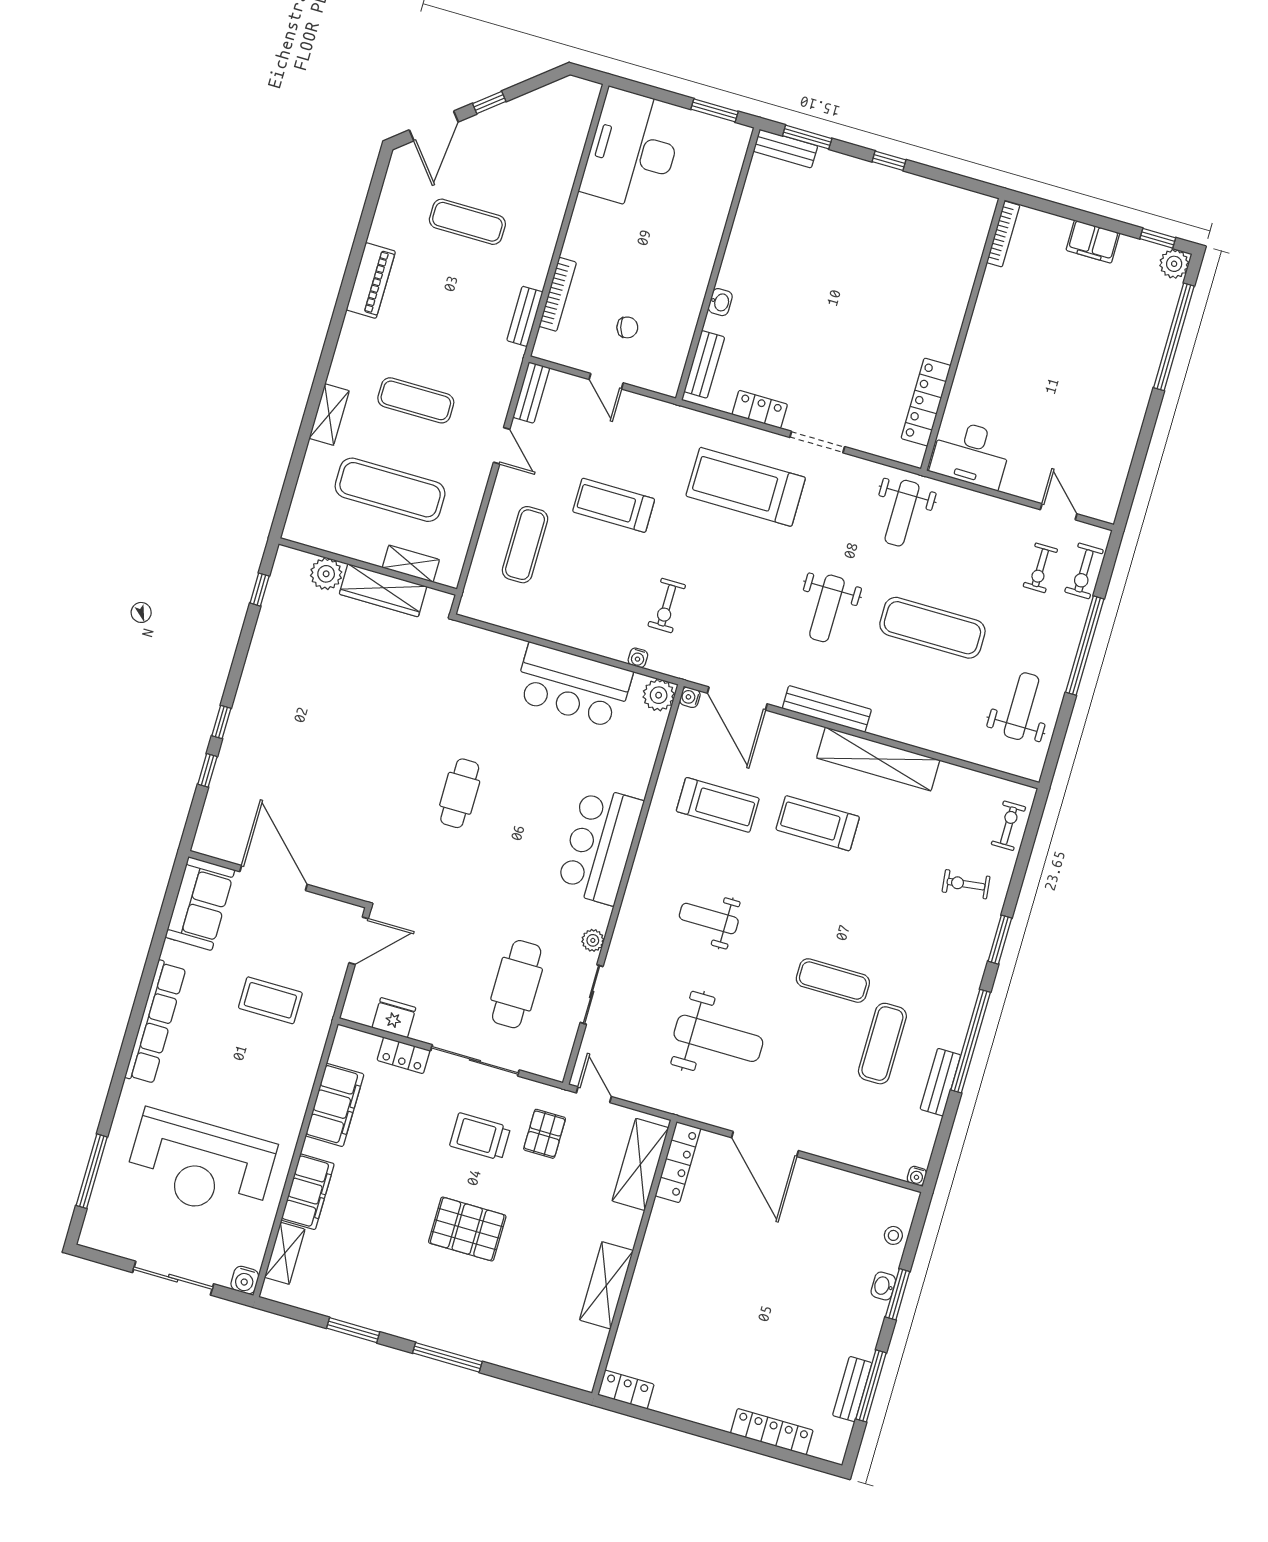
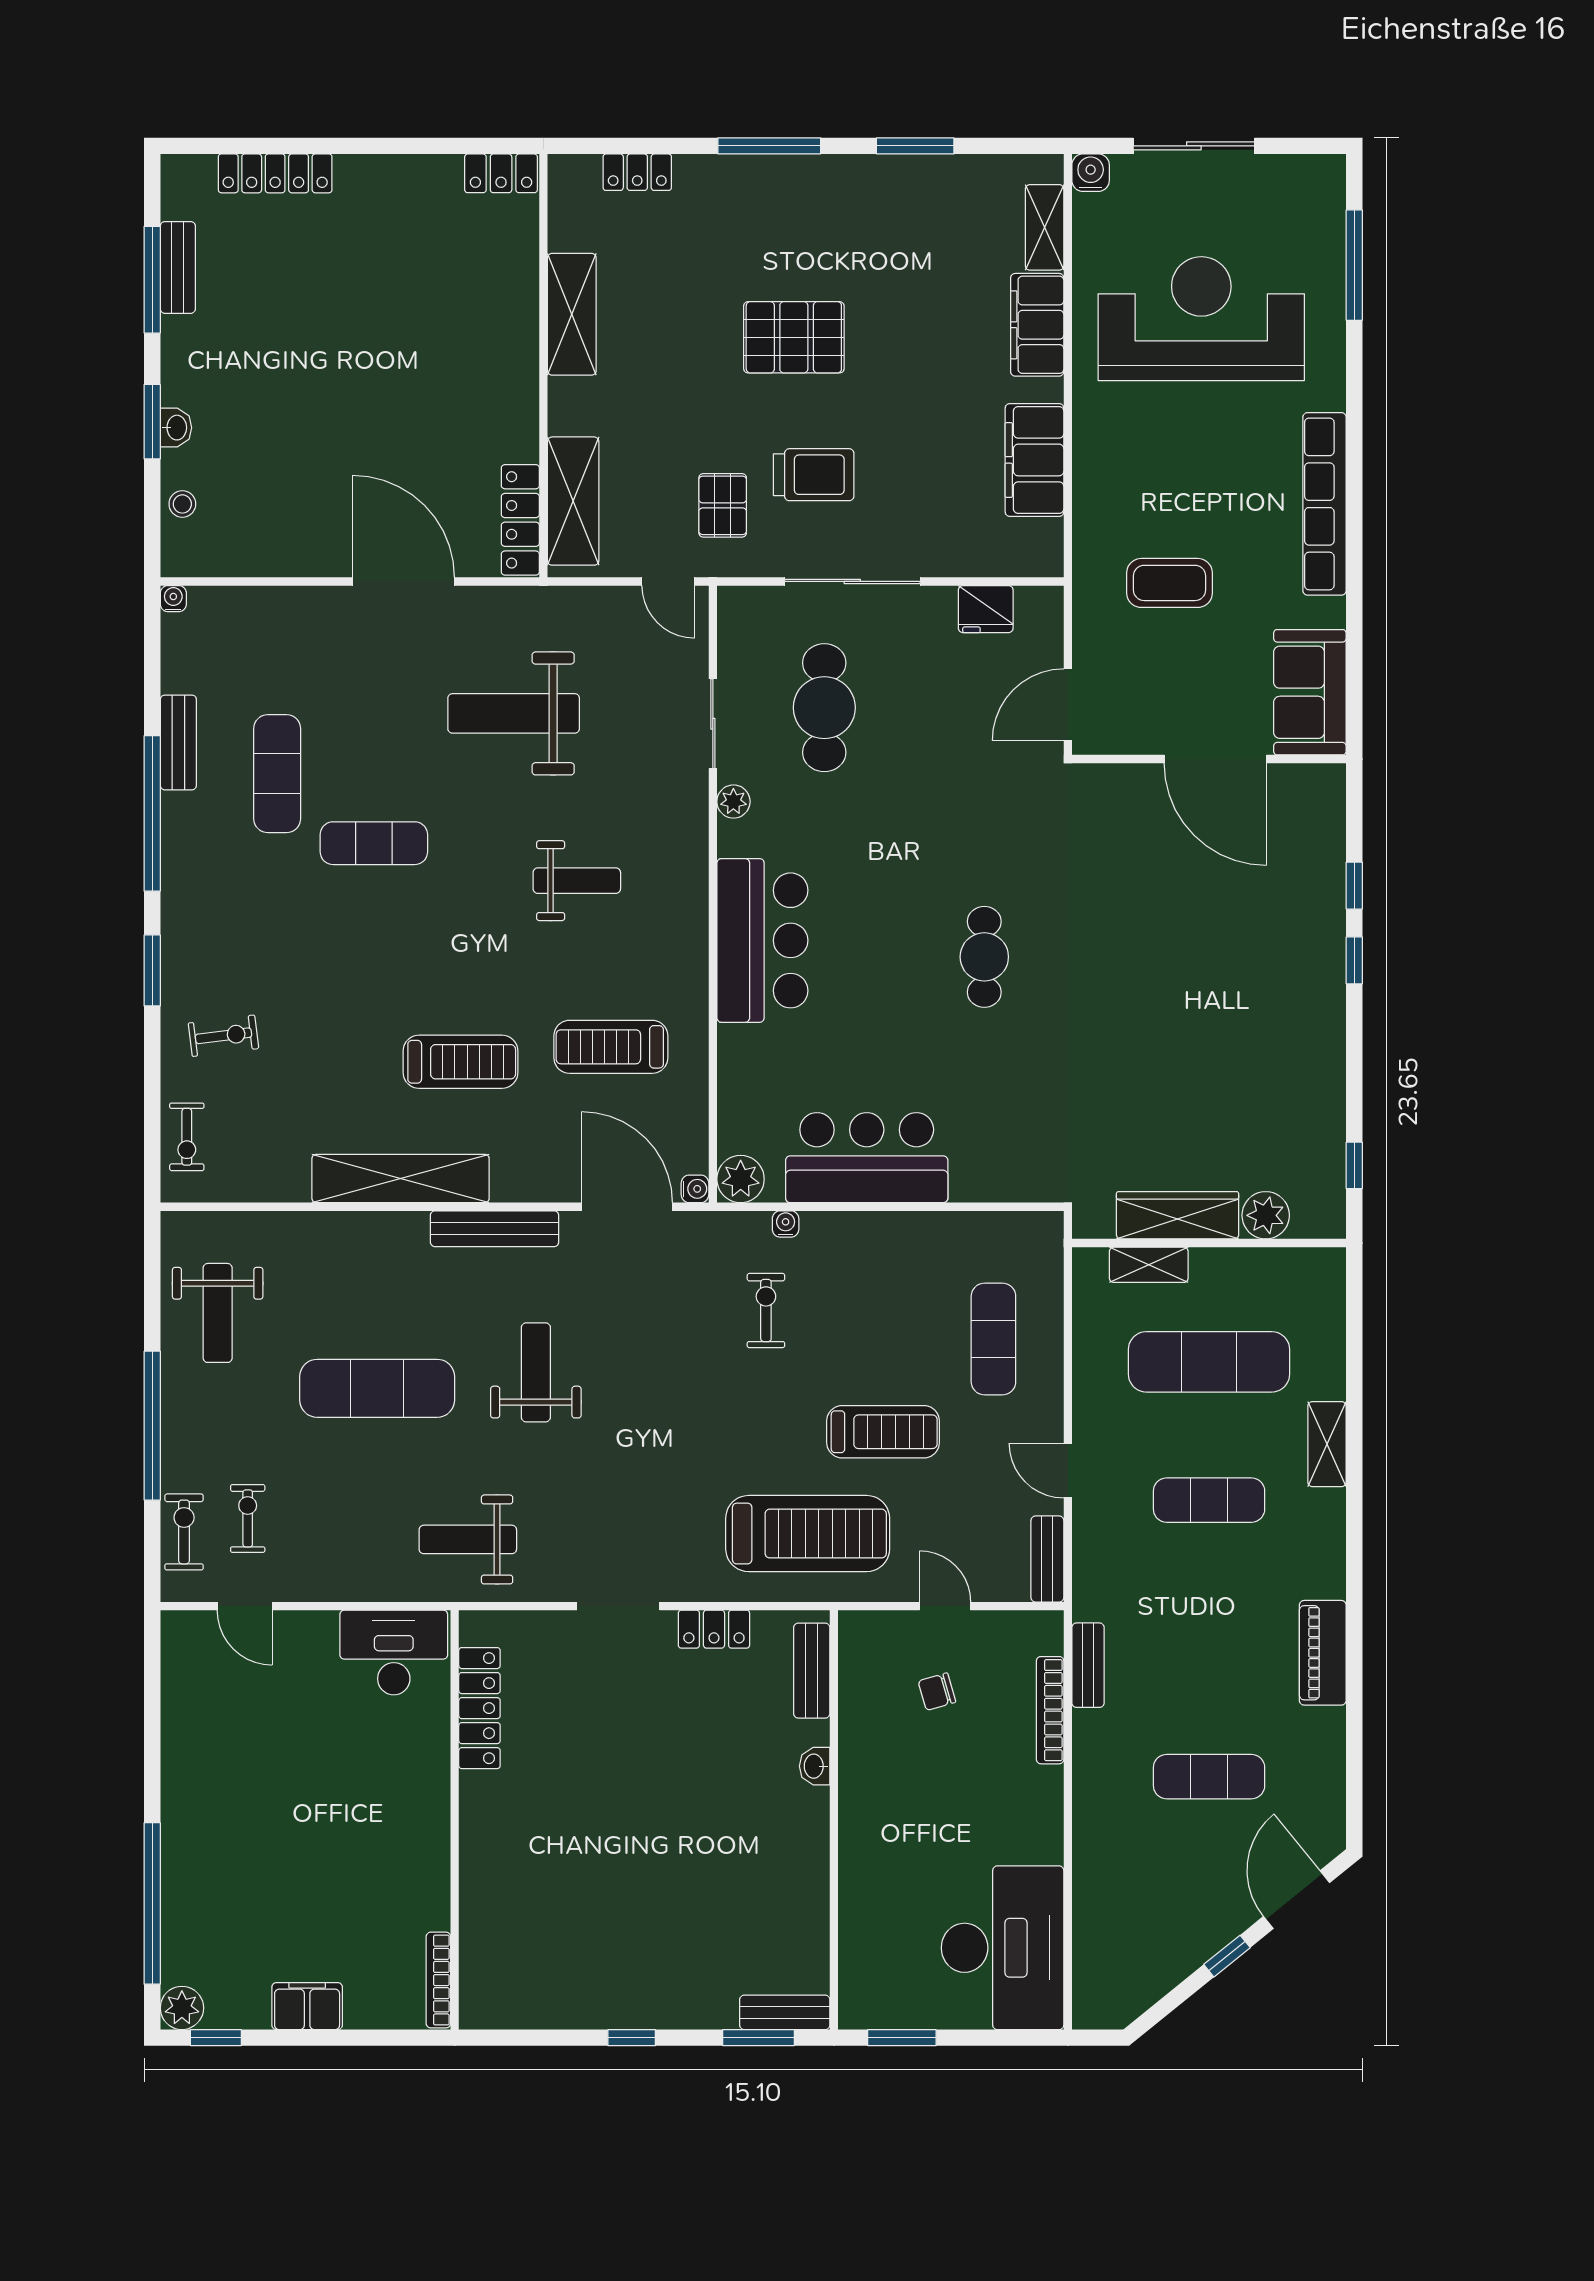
treadmill: (746, 487) -> (808, 1534), moved
weight bench: (902, 513) -> (468, 1539), turned -90
locker: (403, 1055) -> (637, 172), moved, turned 180

